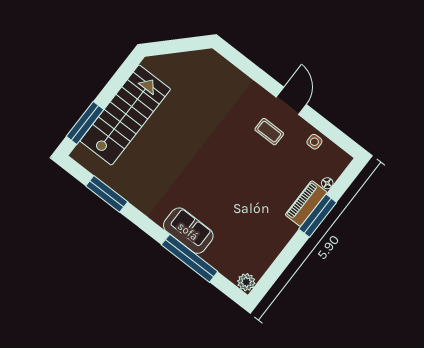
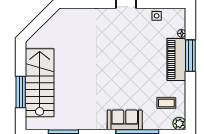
window: (85, 123) -> (21, 92), moved
coffee table: (269, 132) -> (166, 103), moved
piano: (306, 204) -> (176, 60), width x1.37, depth x1.33

